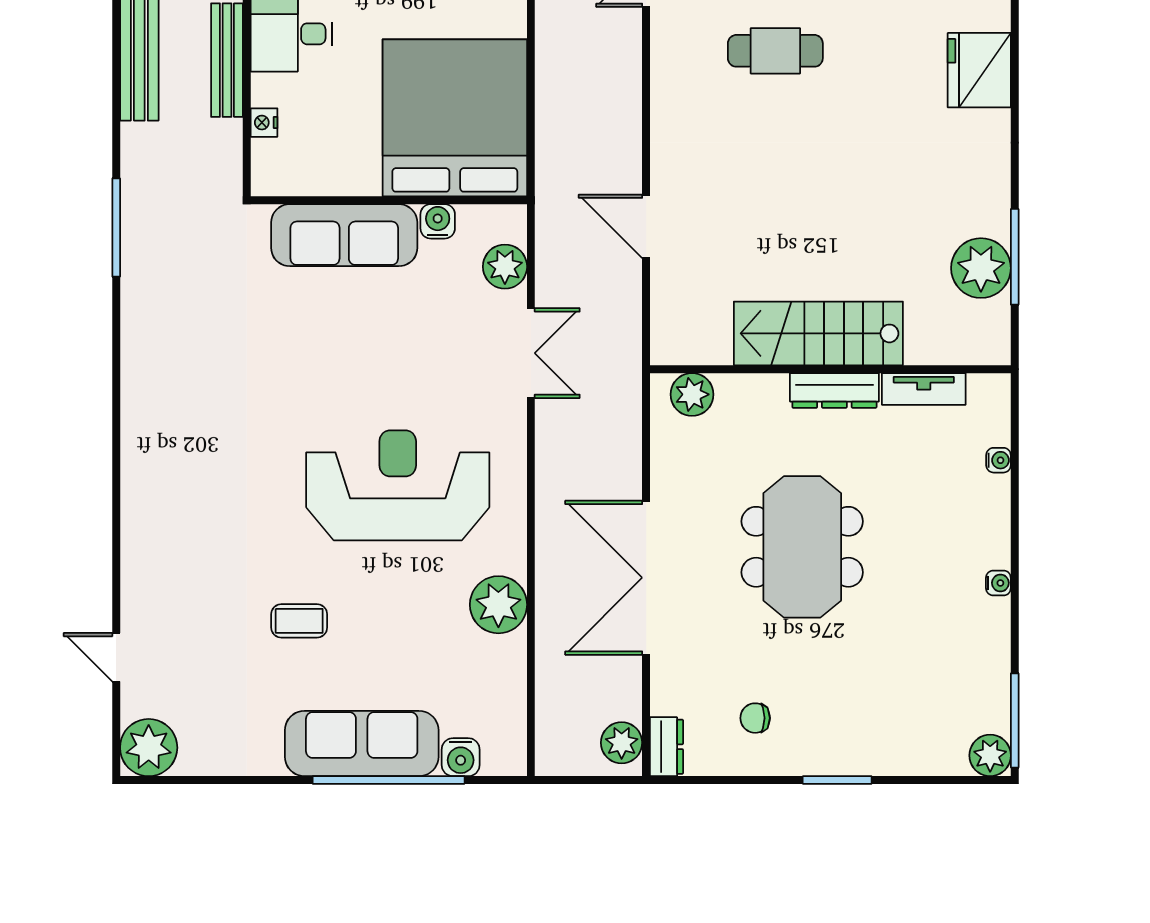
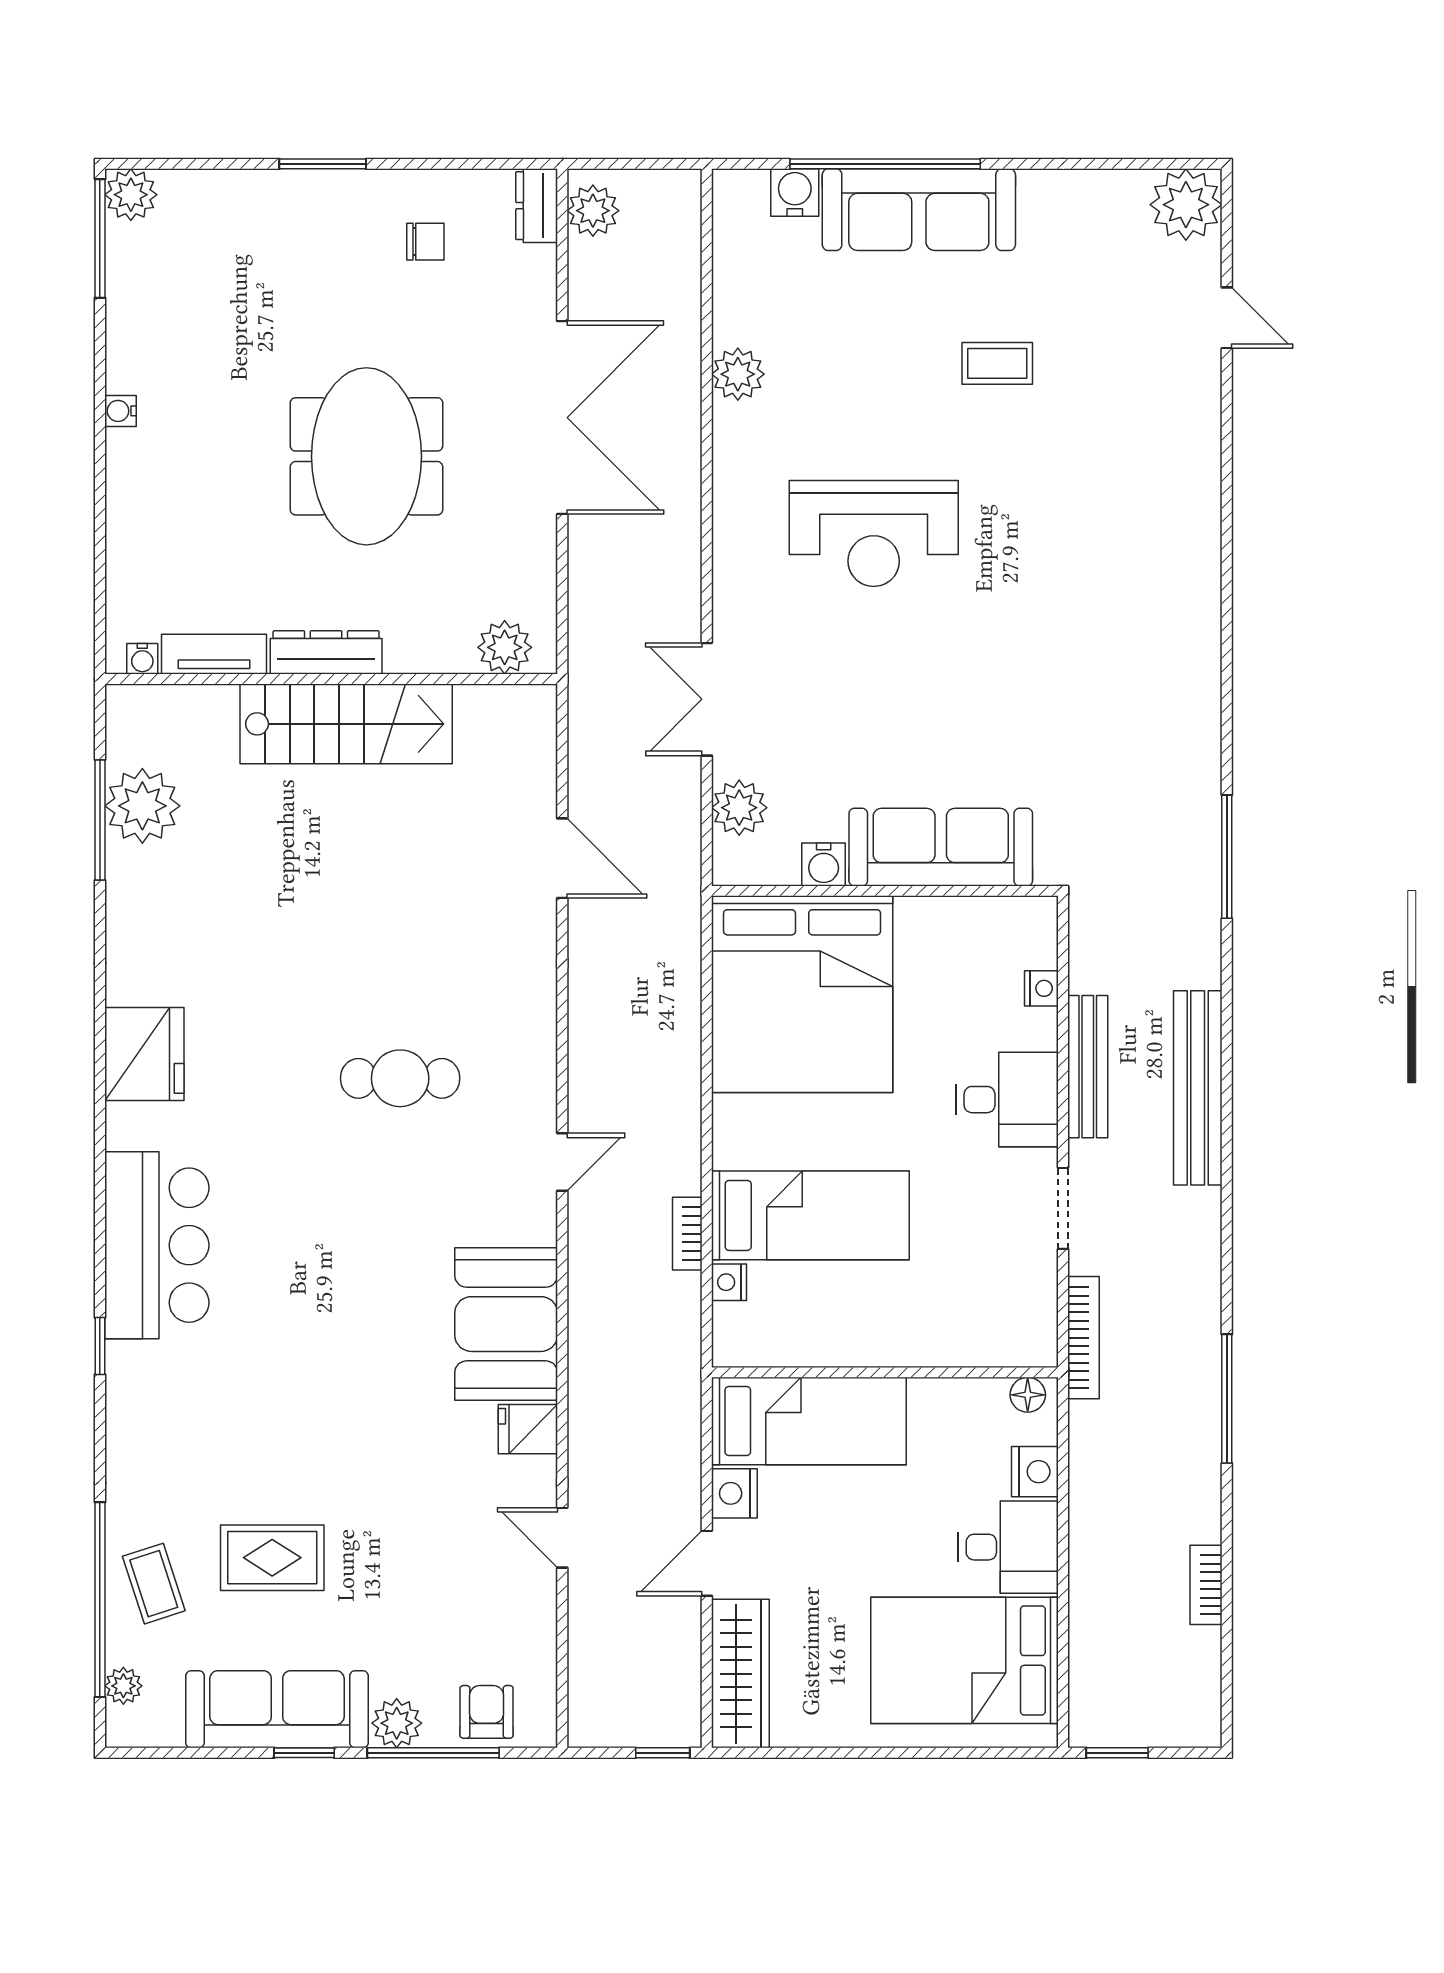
water cooler: (999, 460) -> (142, 659), moved, turned -90
reception desk: (398, 485) -> (874, 533), width x0.74, depth x0.77
plant: (498, 605) -> (738, 374), width x0.73, depth x0.73

